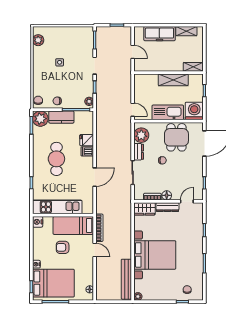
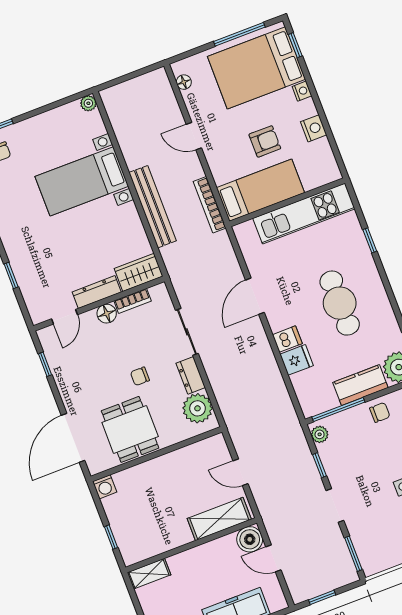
boiler: (140, 65) -> (250, 539), added
shelving: (173, 80) -> (219, 519), moved
door: (133, 110) -> (240, 472), moved
washing machine: (194, 111) -> (105, 487), width x0.53, depth x0.53
kitchen sink: (168, 112) -> (164, 470), removed
nightstand: (38, 222) -> (314, 128), moved
door: (95, 250) -> (194, 136), moved
bed with nightstands: (155, 255) -> (82, 181), width x0.73
bench: (126, 279) -> (153, 207), moved

